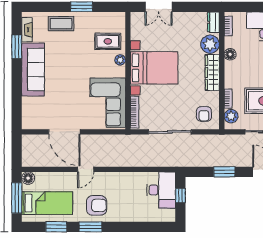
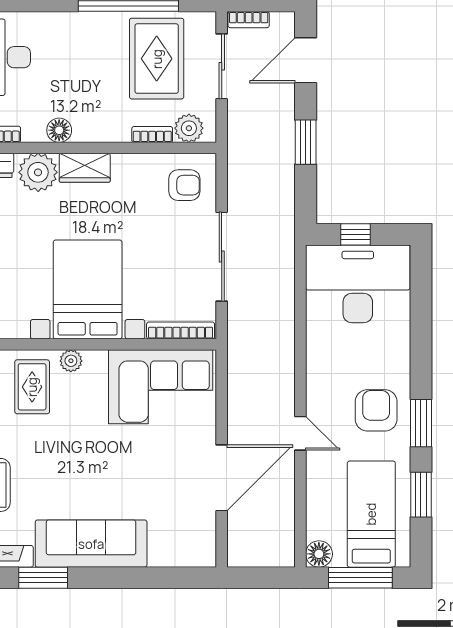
wardrobe: (212, 73) -> (85, 168), width x0.67
desk: (161, 190) -> (358, 284), width x1.36, depth x1.30

